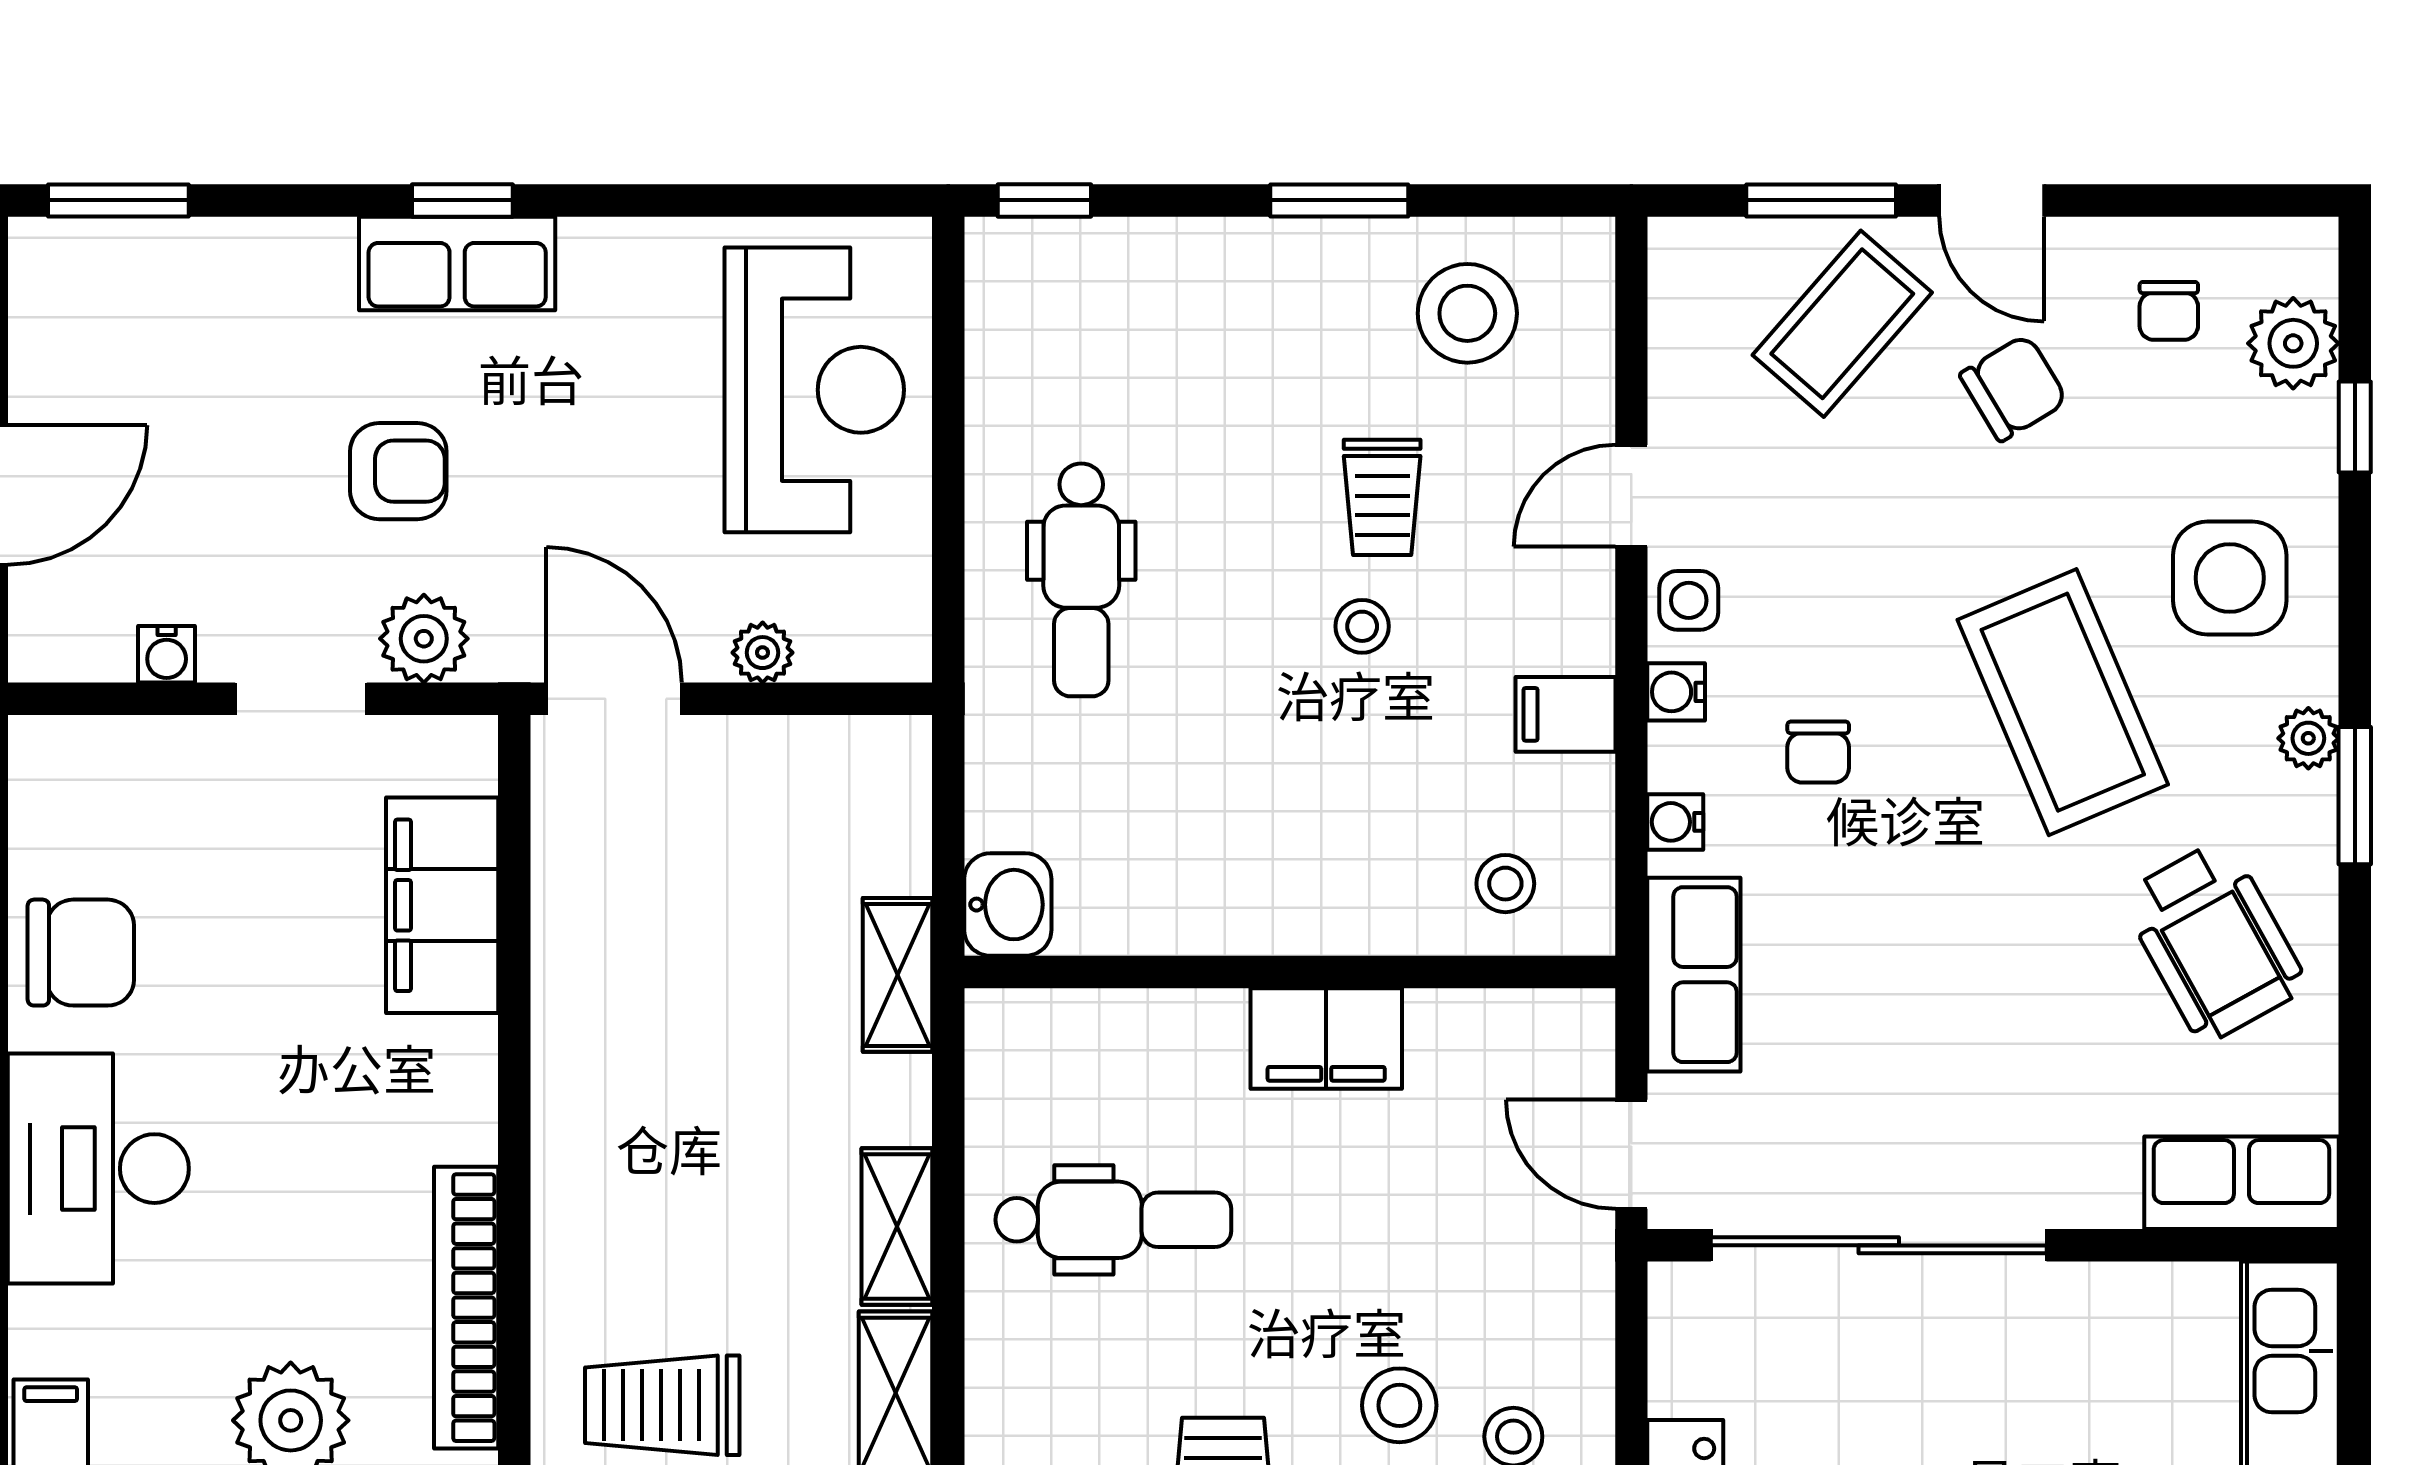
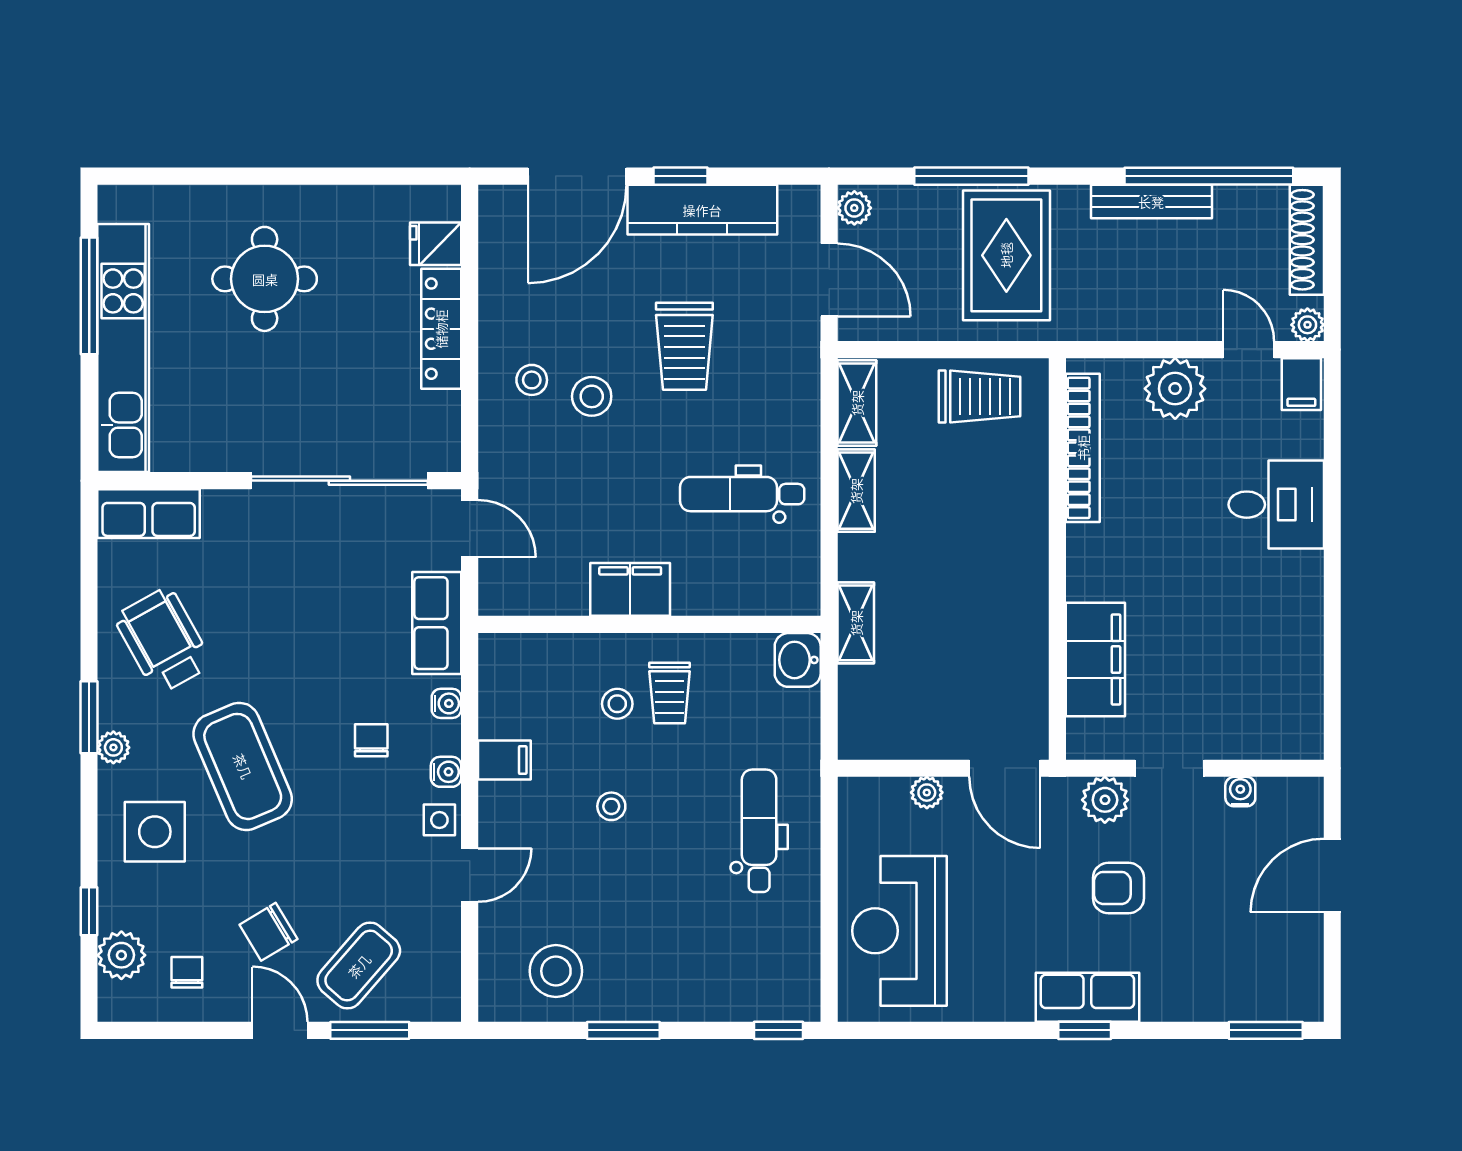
trolley: (1382, 497) -> (670, 693), moved, turned 180
stool: (1505, 884) -> (617, 704), moved
chair: (81, 953) -> (1285, 635), removed
desk: (98, 1169) -> (1276, 505), width x0.73

